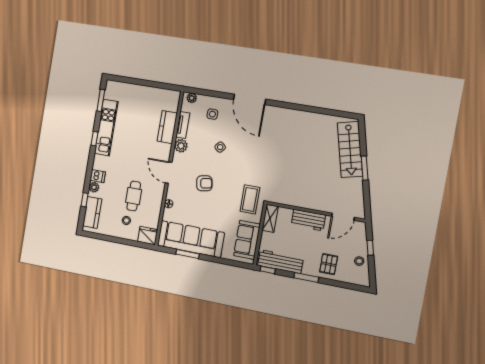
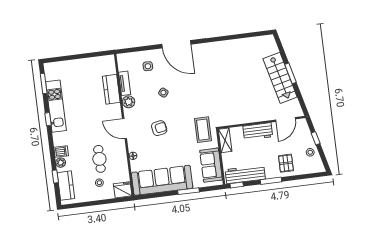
plant: (192, 98) -> (125, 58), removed
stairs: (350, 150) -> (280, 78), moved
window: (188, 254) -> (189, 191), moved

